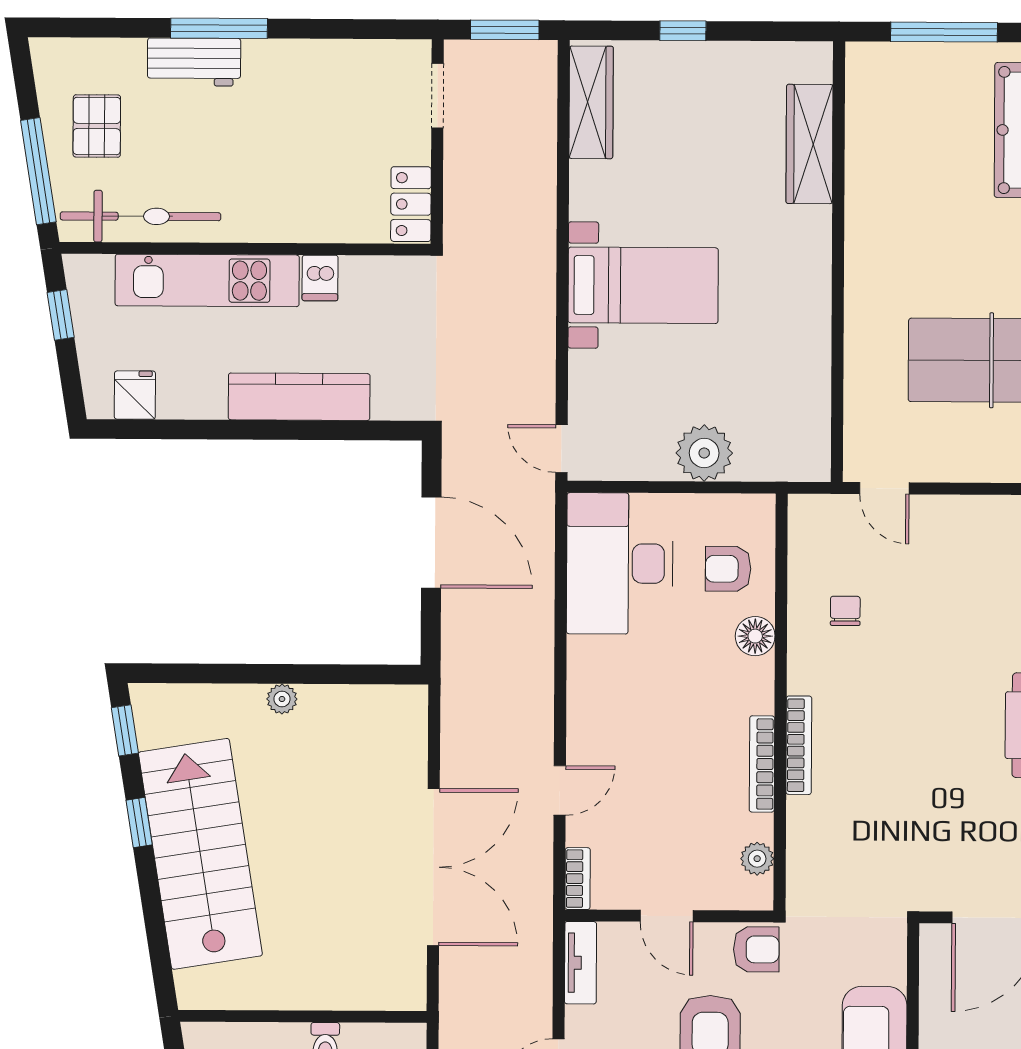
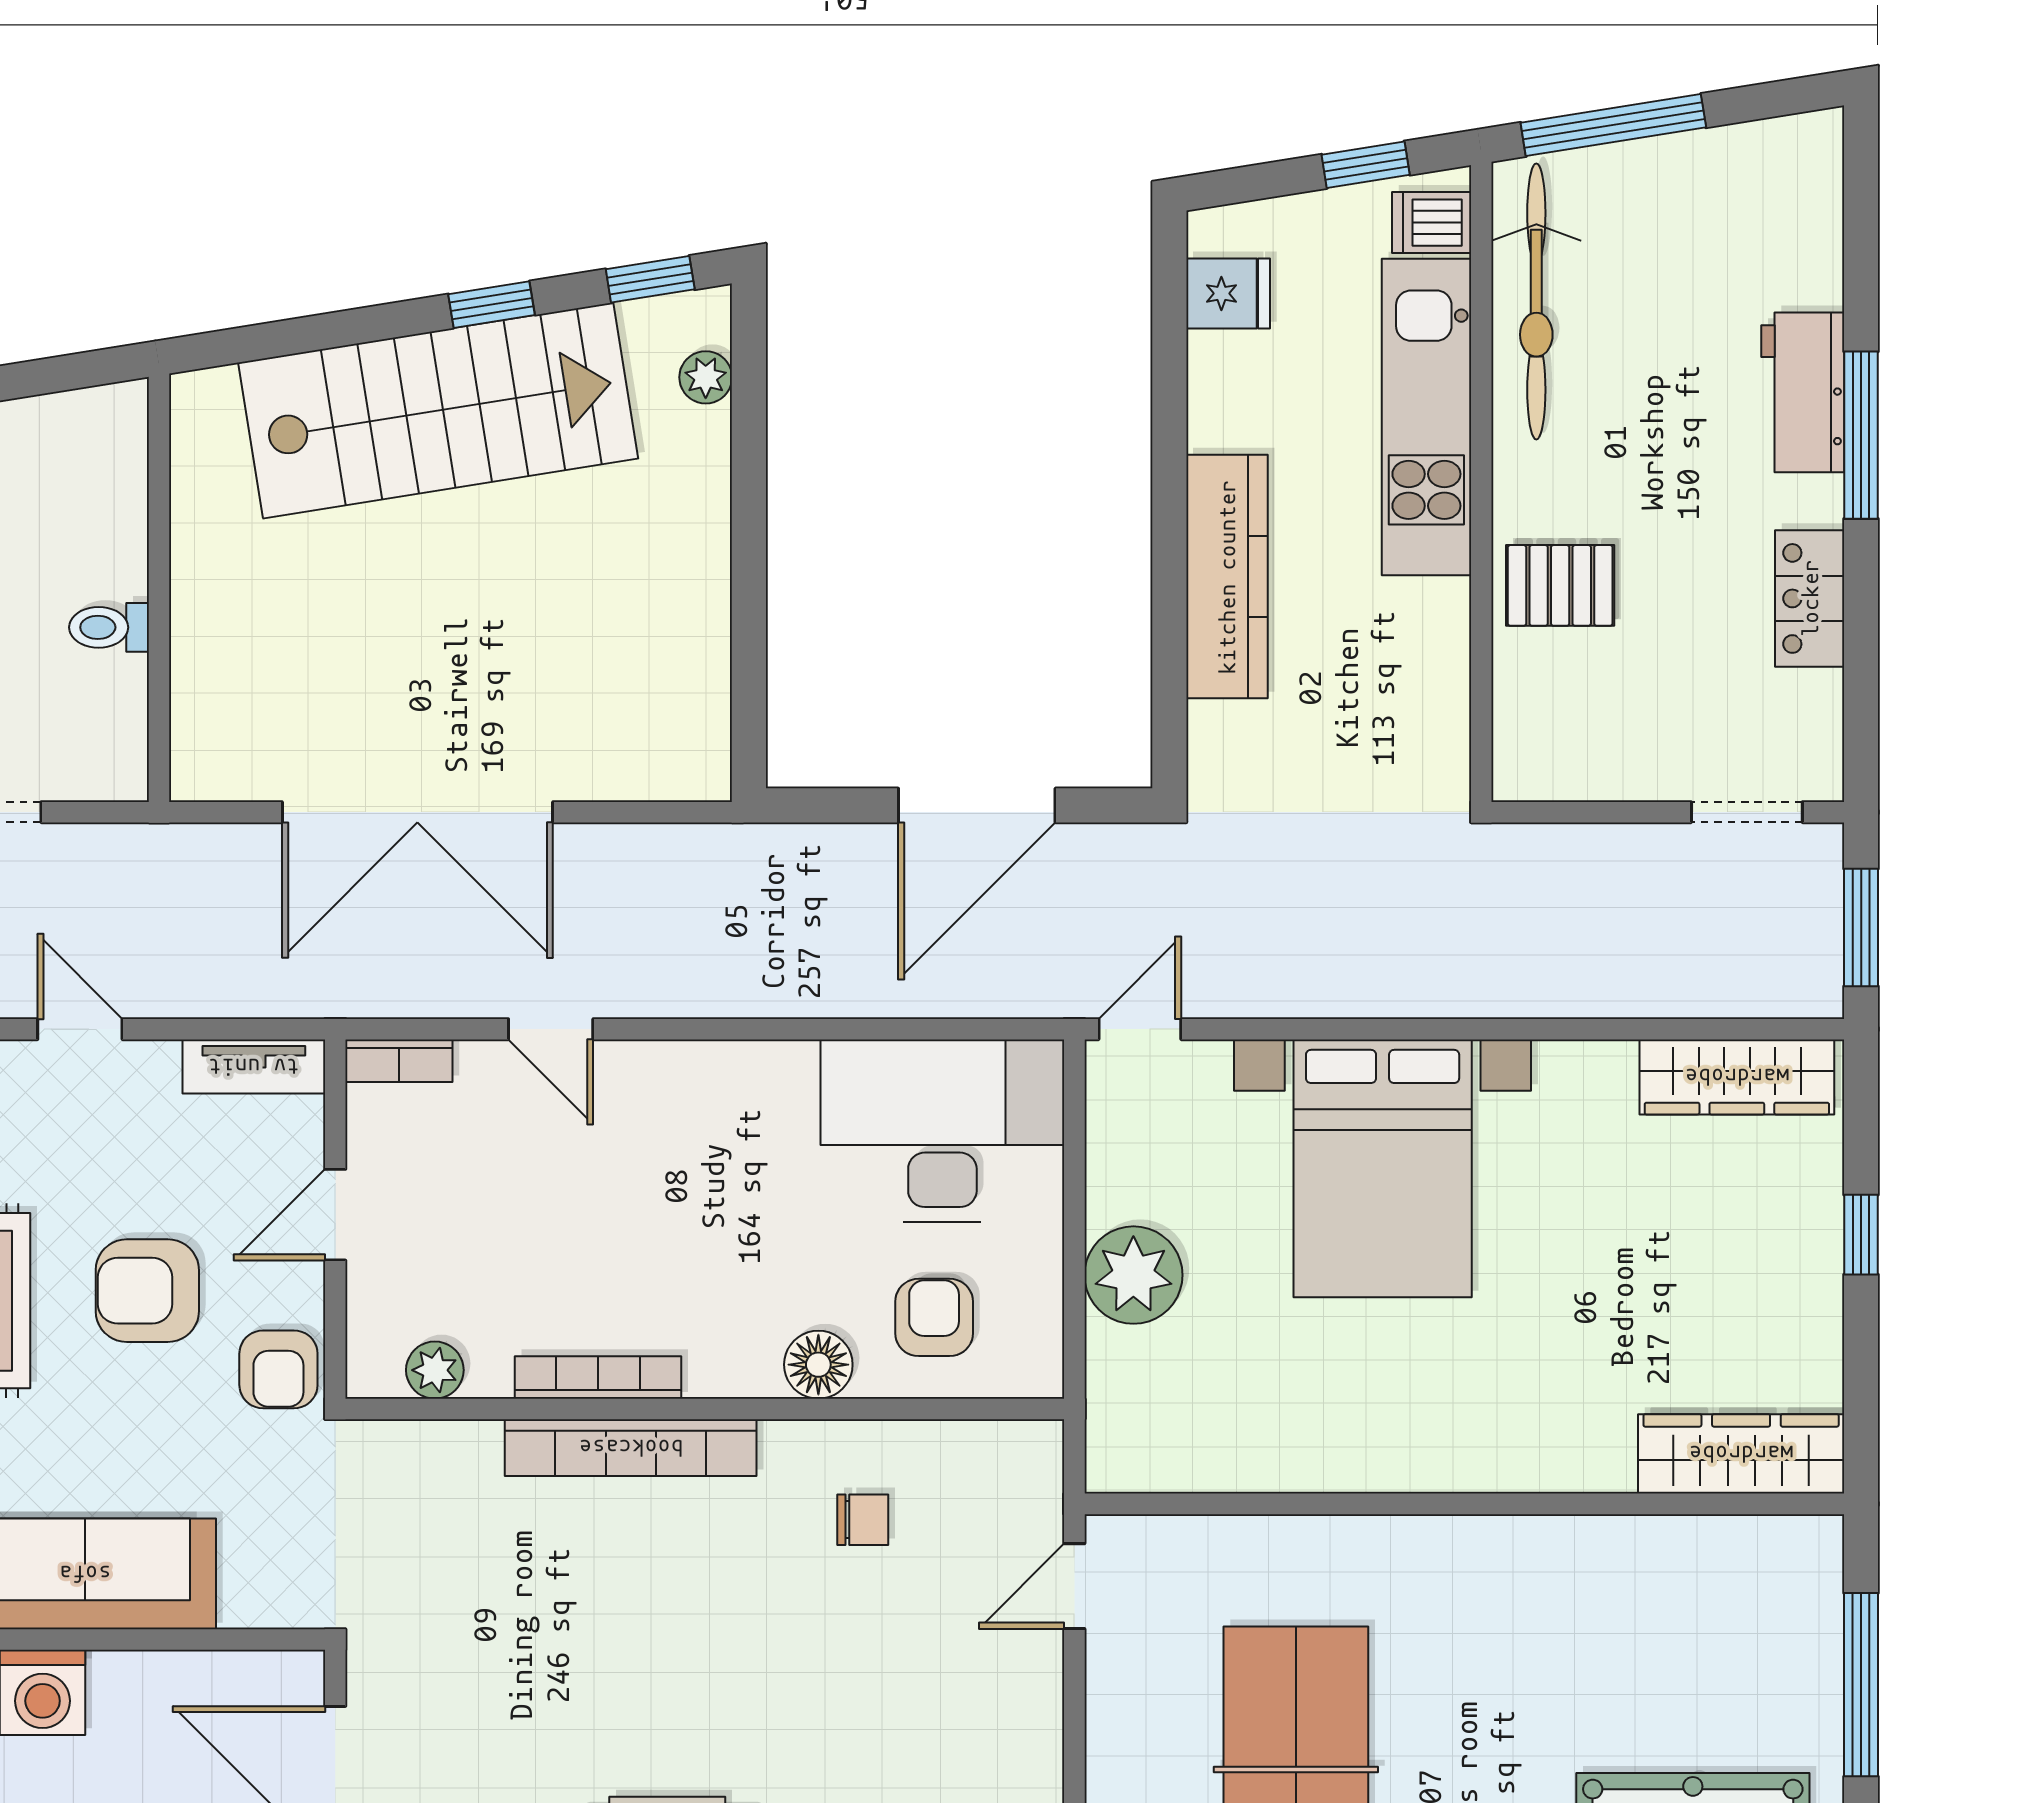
pallet: (97, 126) -> (1560, 585), moved
wardrobe: (810, 144) -> (1741, 1454), moved
locker: (411, 204) -> (1810, 598), moved, turned -90
dishwasher: (320, 278) -> (1432, 223), moved
bed with nightstands: (643, 285) -> (1383, 1168), width x1.36
plant: (282, 699) -> (706, 377), moved
bookcase: (799, 745) -> (631, 1448), width x1.48, depth x1.31

